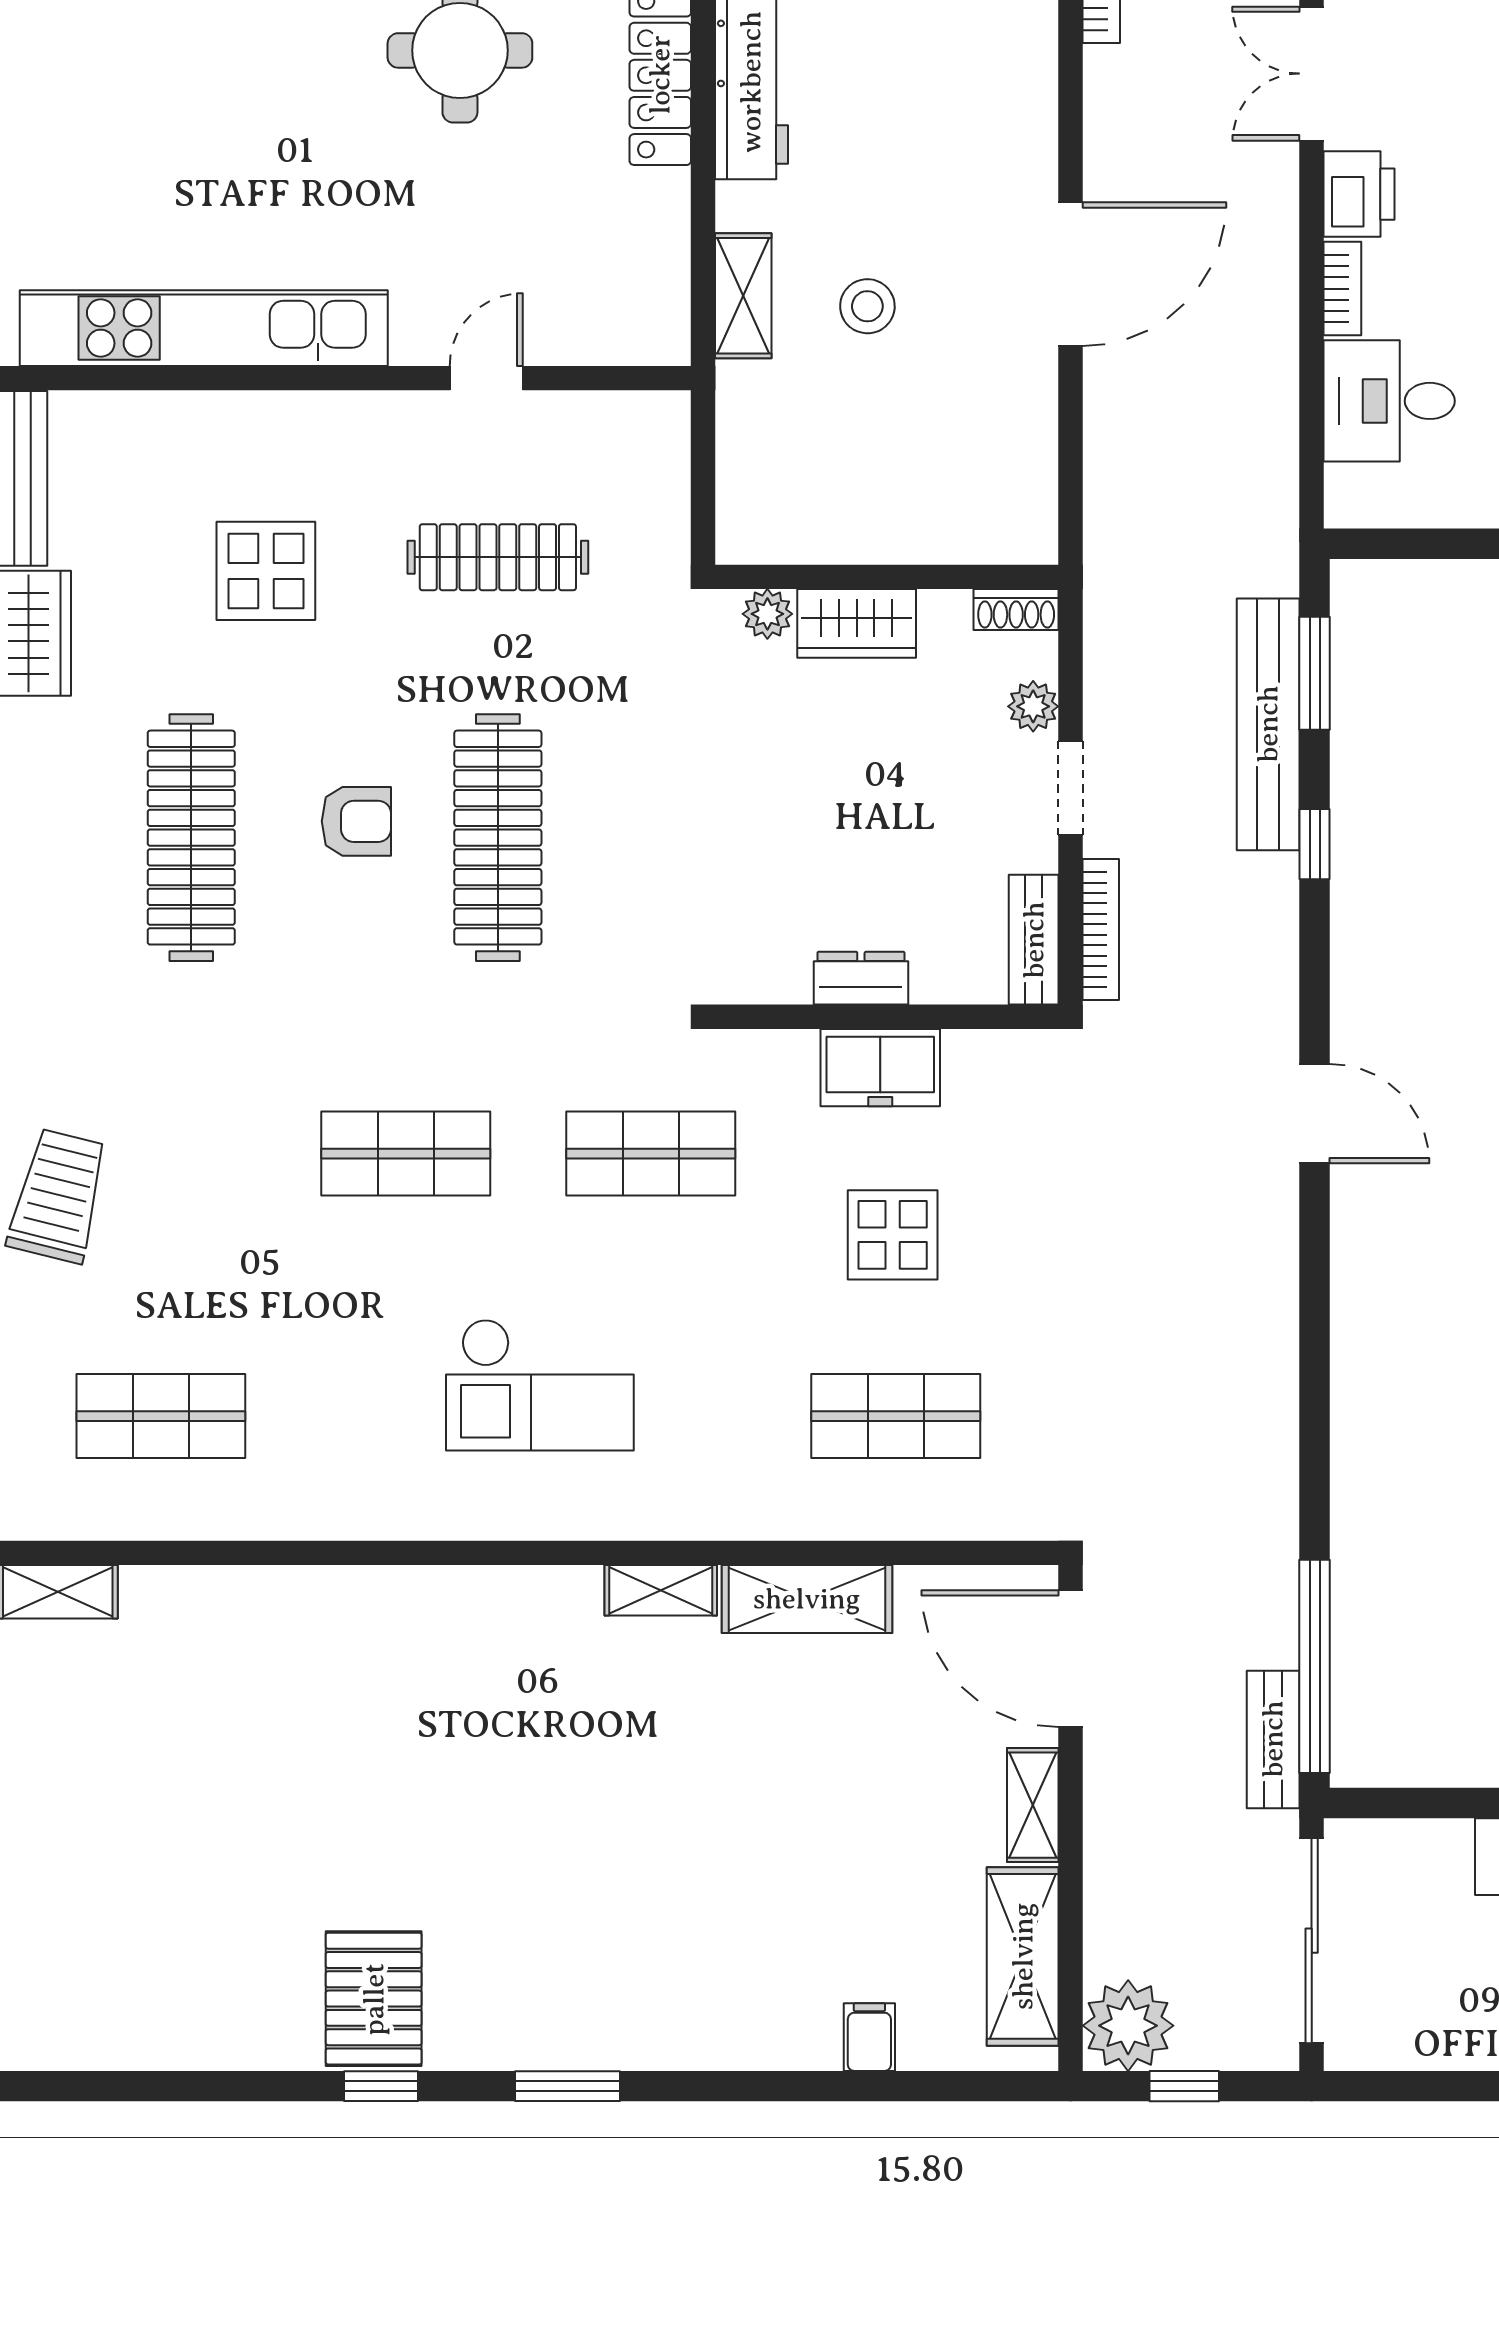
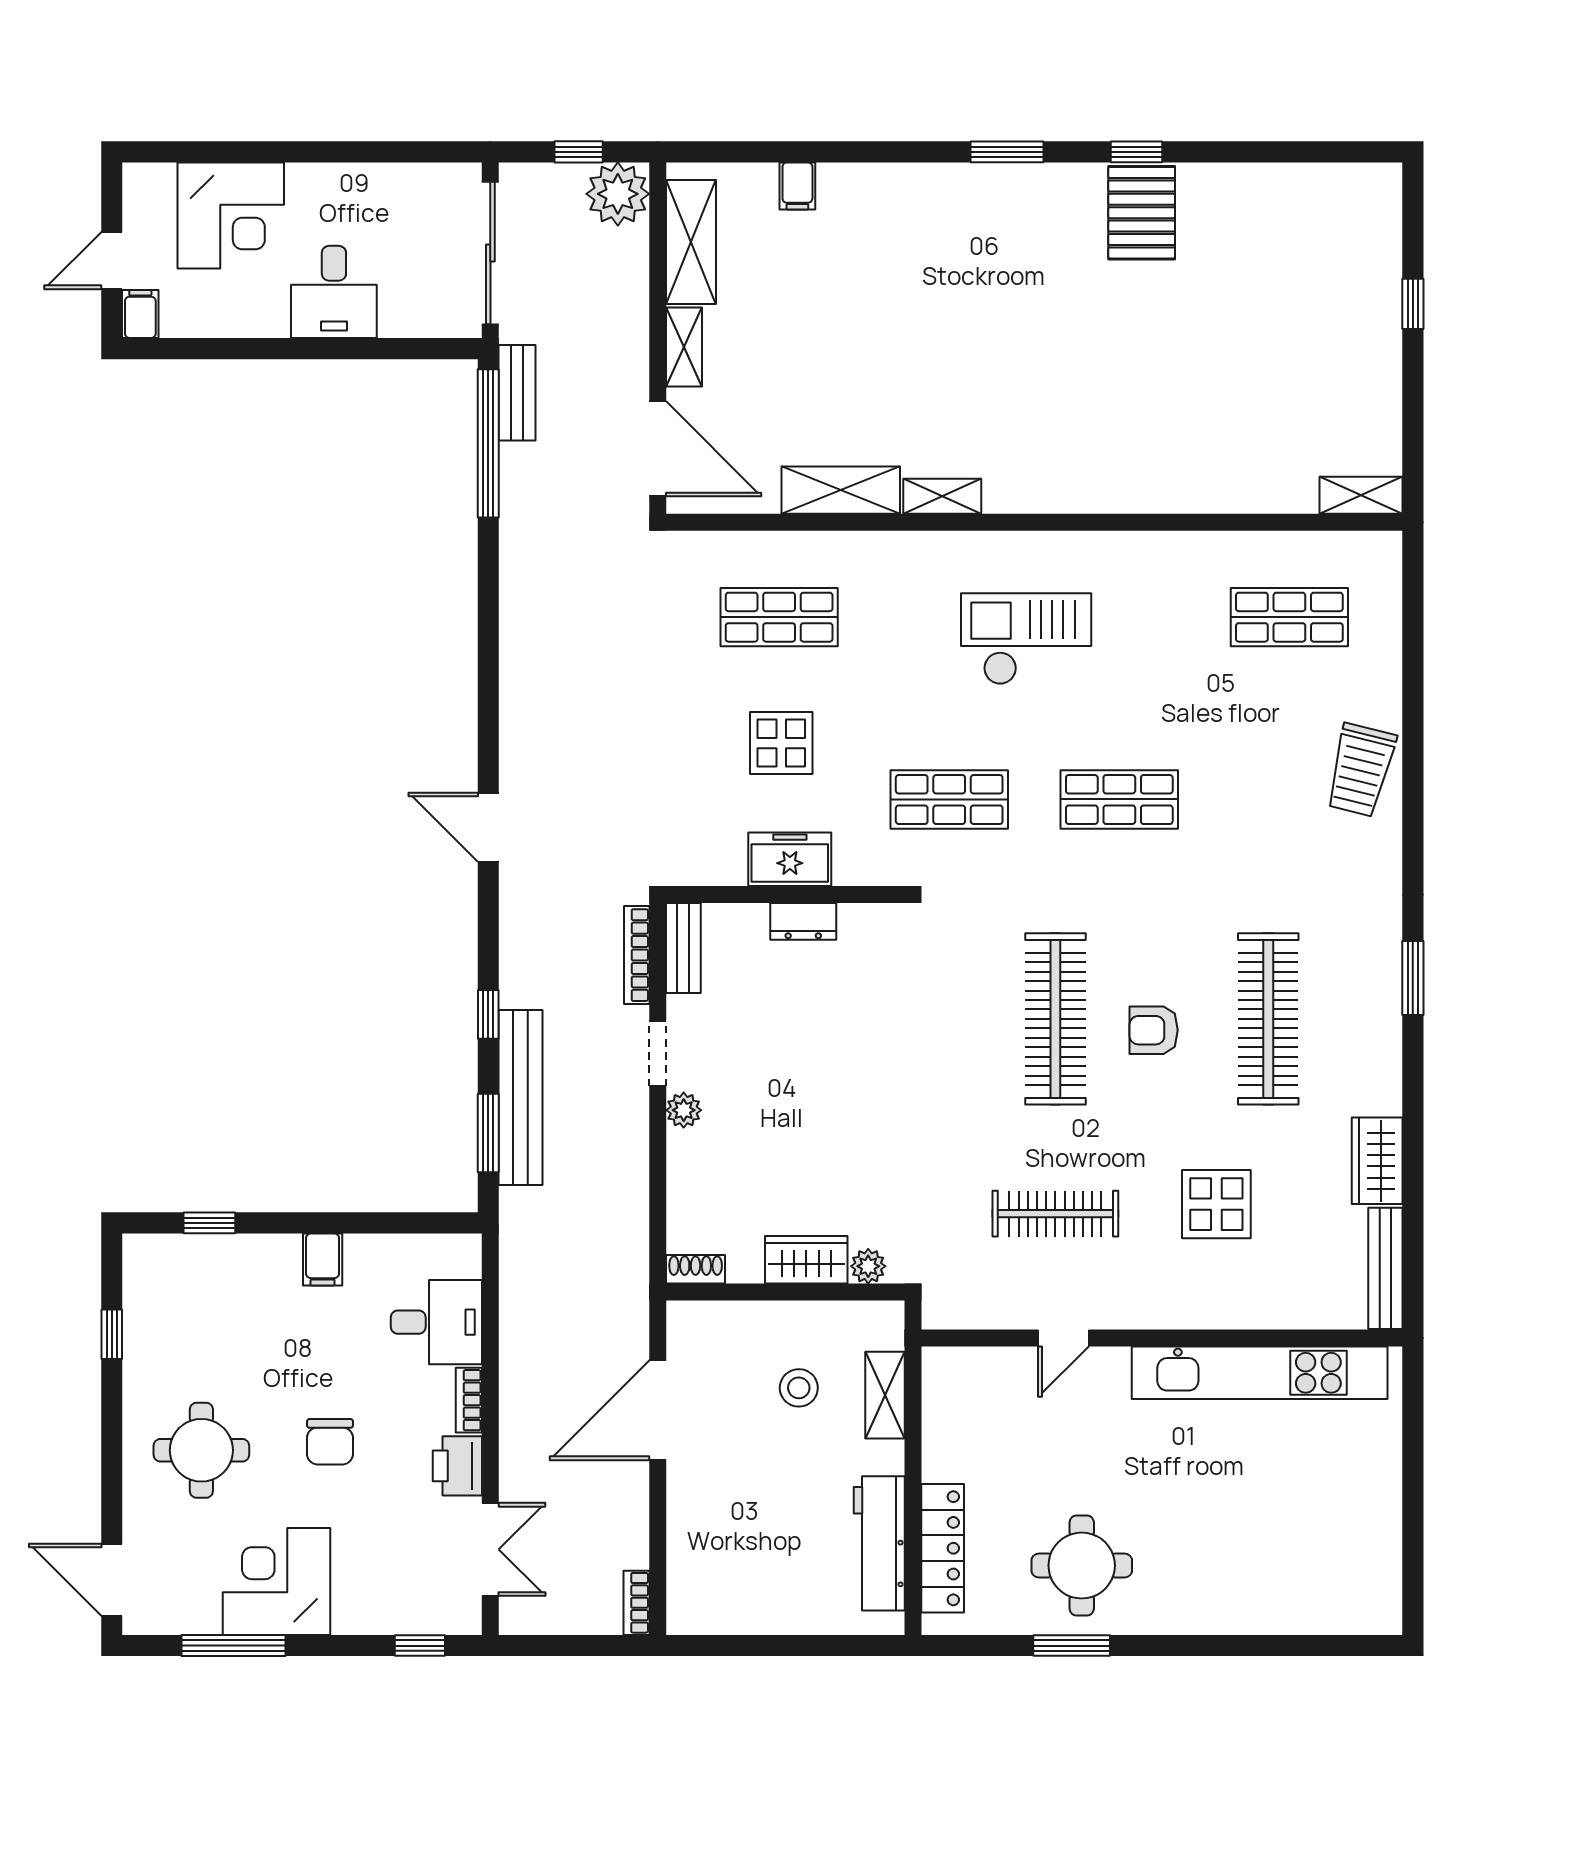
wall: (887, 577) -> (785, 1292), moved
shoe rack: (1016, 610) -> (696, 1269), moved
plant: (767, 614) -> (868, 1266), moved
wardrobe: (857, 623) -> (806, 1260), moved

